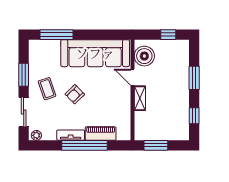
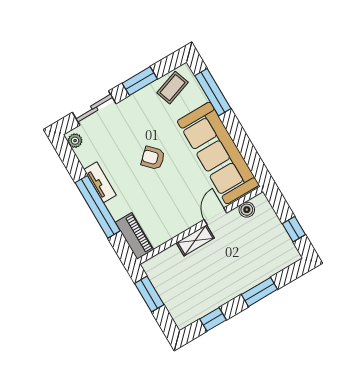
boiler: (144, 56) -> (247, 210), width x0.54, depth x0.54
coffee table: (47, 89) -> (172, 88), moved
piano: (101, 134) -> (134, 236), moved

